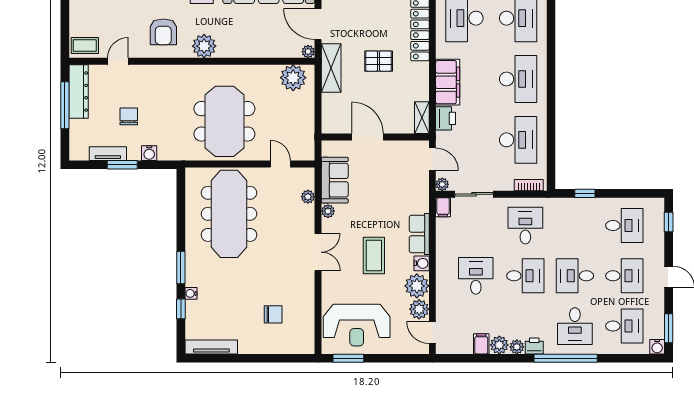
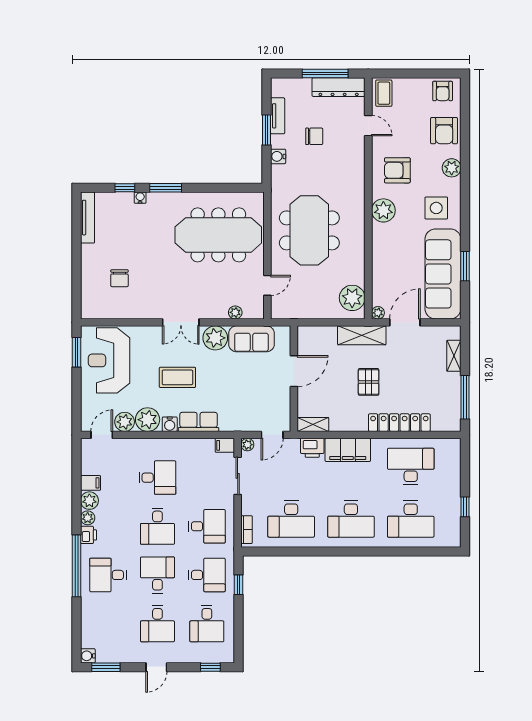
meeting table: (224, 121) -> (309, 230), turned 90
plant: (328, 211) -> (215, 338), width x1.87, depth x1.87
desk: (624, 326) -> (207, 575), moved, turned -90

